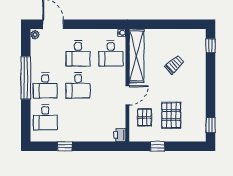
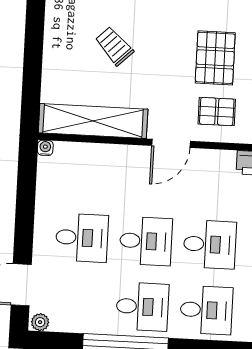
desk: (111, 53) -> (210, 244), moved
door: (127, 95) -> (171, 143), swing flipped
pallet: (171, 115) -> (215, 58), turned 90

